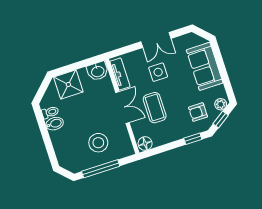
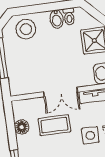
stool: (98, 143) -> (26, 29), moved
floor lamp: (145, 143) -> (22, 127), moved

